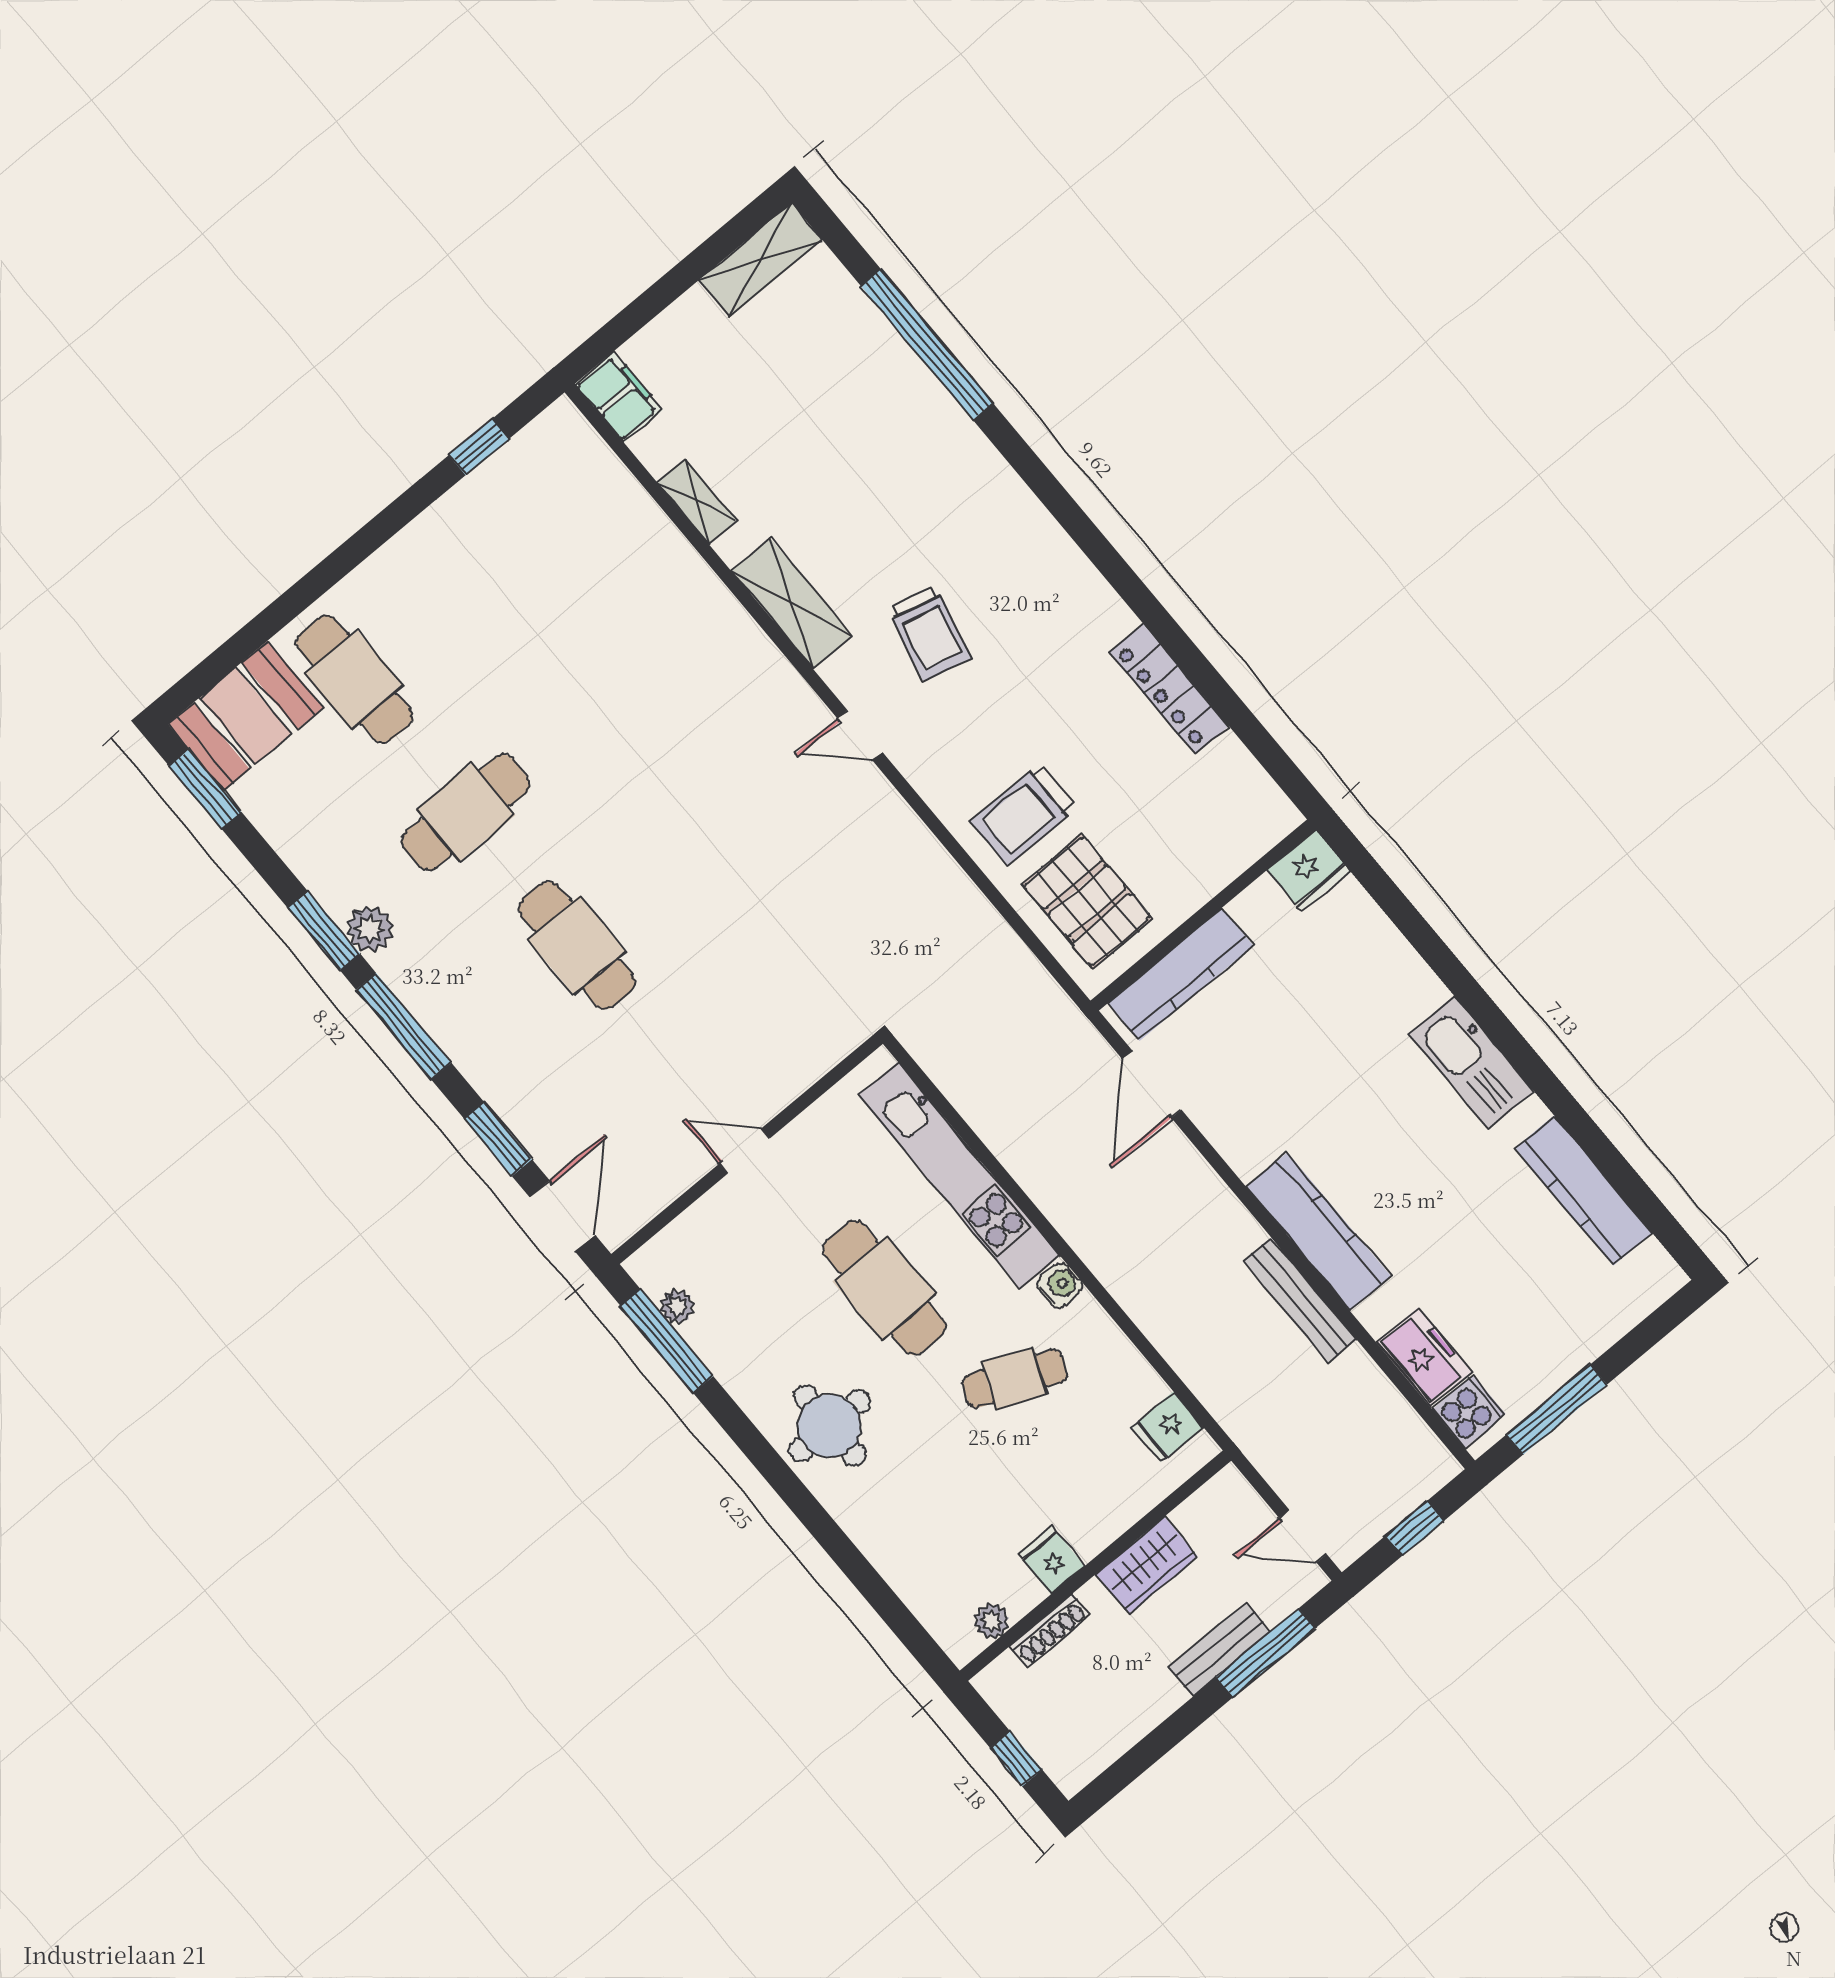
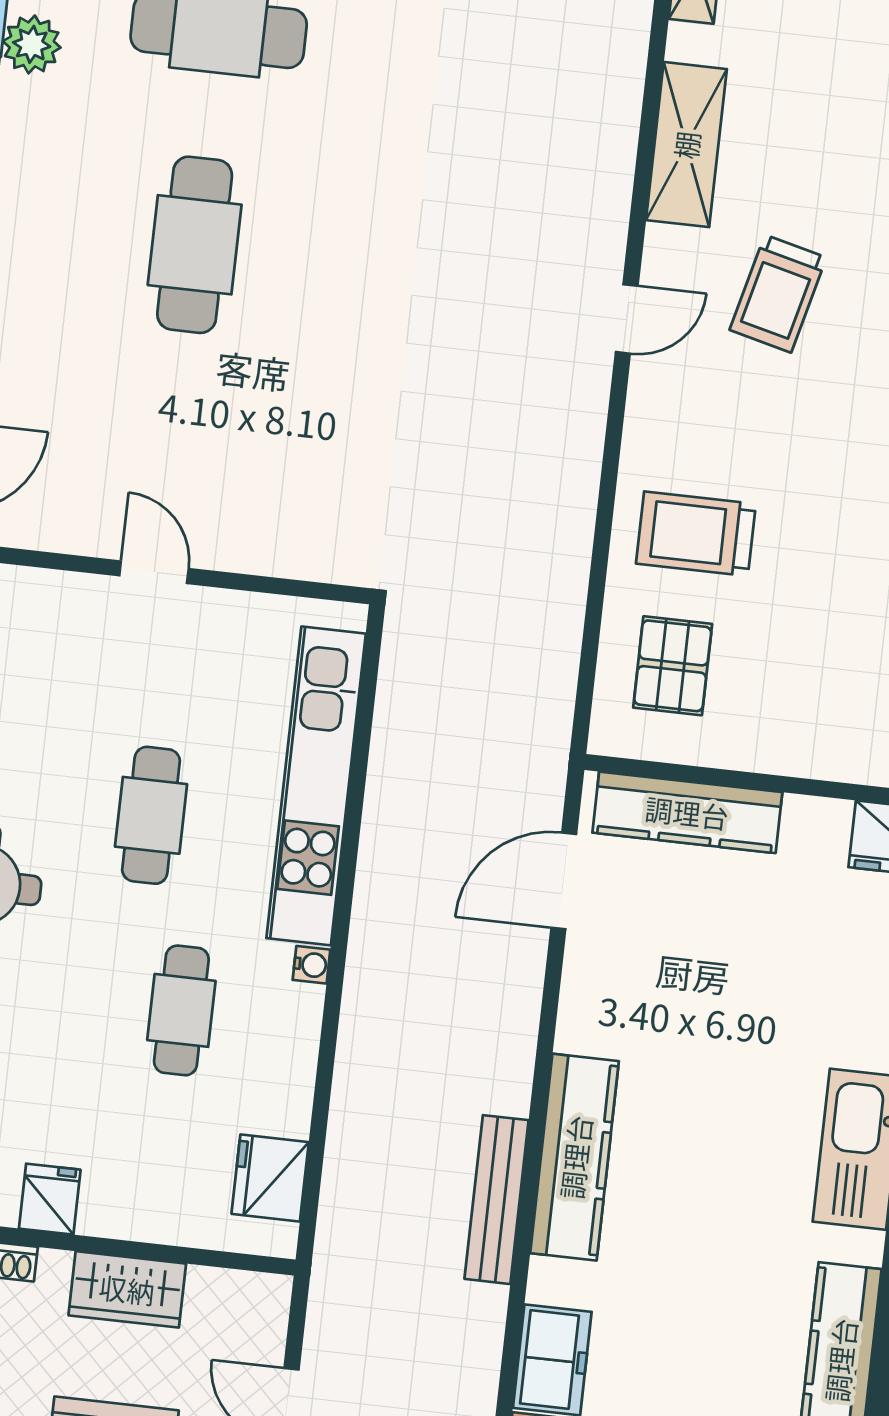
door: (860, 735) -> (627, 319), swing flipped
pallet: (1087, 901) -> (673, 666), width x0.67, depth x0.71
water cooler: (1060, 1285) -> (311, 965), width x0.72, depth x0.72
cafe table: (884, 1288) -> (151, 815), width x0.73, depth x0.74
cafe table: (1015, 1379) -> (181, 1010), turned 67
fridge: (1167, 1427) -> (270, 1178), width x1.38

